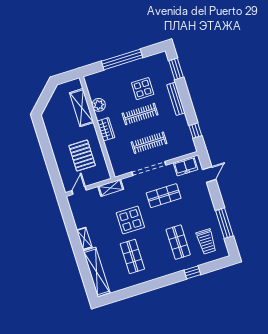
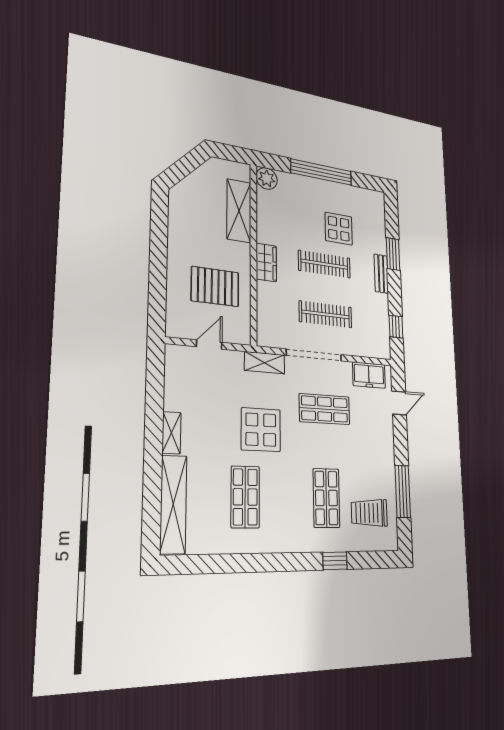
window: (176, 69) -> (393, 254), moved
bench: (176, 99) -> (381, 274), width x0.73
plant: (99, 105) -> (267, 178), moved
pallet: (82, 156) -> (215, 287), turned 90
shelving: (111, 188) -> (265, 363), moved
door: (79, 190) -> (209, 345), moved
trolley: (206, 241) -> (369, 513), turned 90

